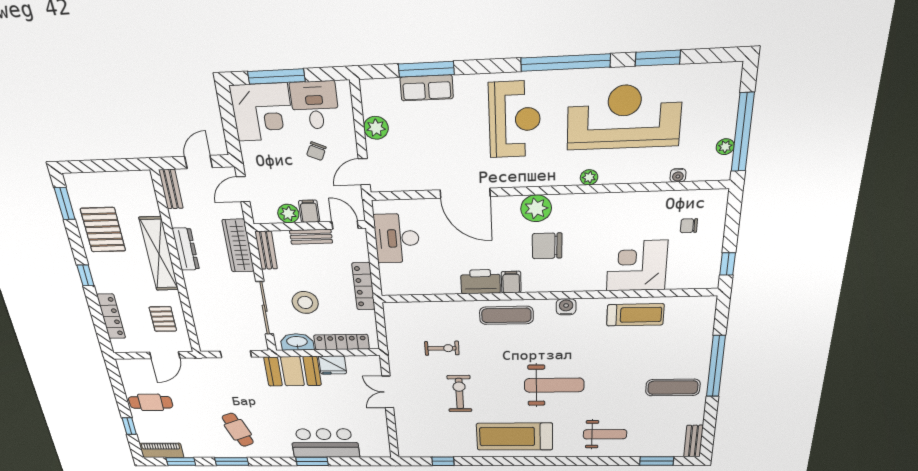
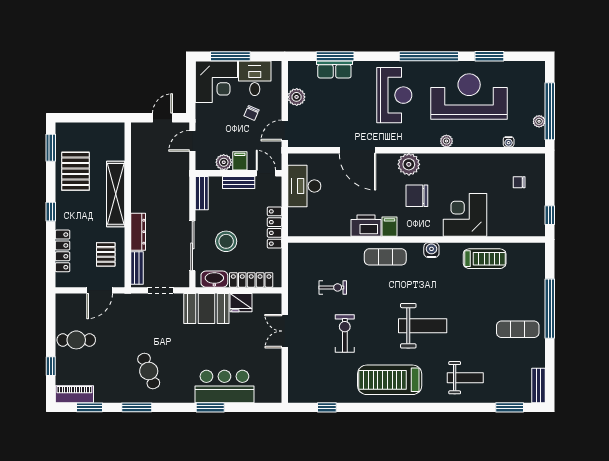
bench: (171, 189) -> (137, 268), moved
wardrobe: (238, 246) -> (180, 189), removed
dresser: (186, 249) -> (138, 232), moved
corner desk: (637, 266) -> (465, 215), moved

